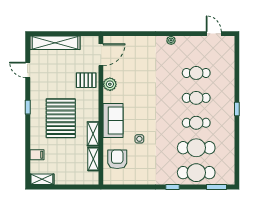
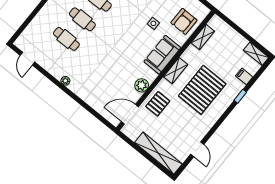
pallet: (86, 80) -> (158, 104), turned 90
window: (28, 107) -> (240, 96), moved
shelving: (93, 134) -> (176, 71), moved

